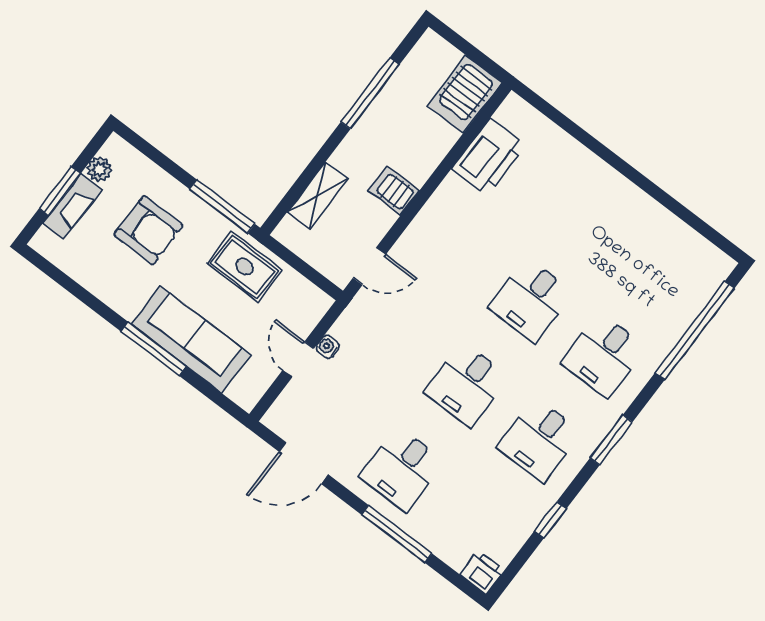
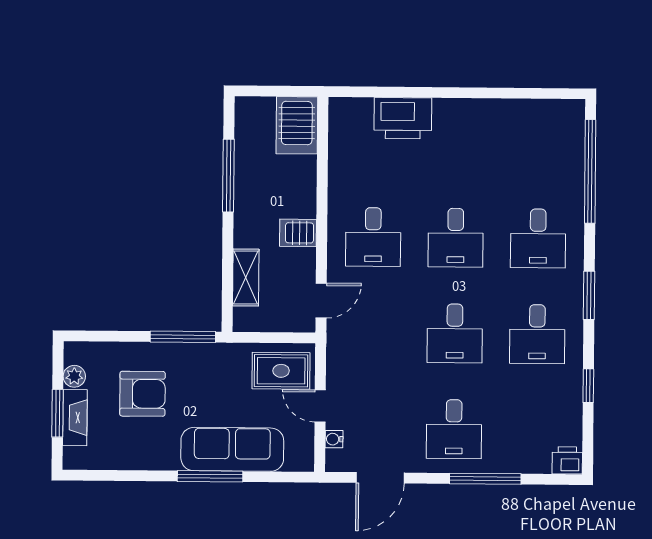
printer: (489, 157) -> (403, 118), moved, turned 90
desk: (458, 244) -> (373, 237), added
rug: (244, 267) -> (281, 371), moved
water cooler: (328, 347) -> (334, 439), moved

